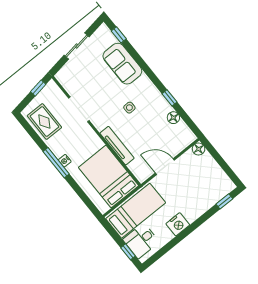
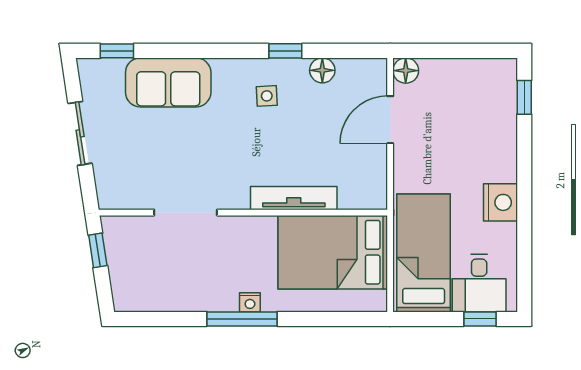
side table: (129, 108) -> (267, 96), moved
rug: (44, 122) -> (160, 284), removed
door: (165, 167) -> (390, 120), moved

